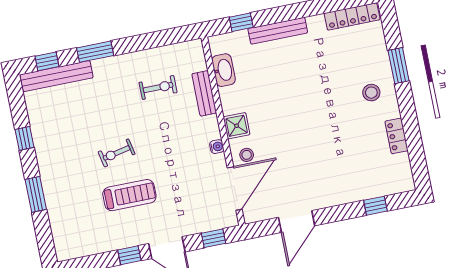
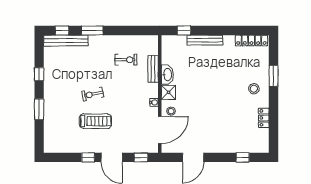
washbasin: (224, 70) -> (167, 75), moved

